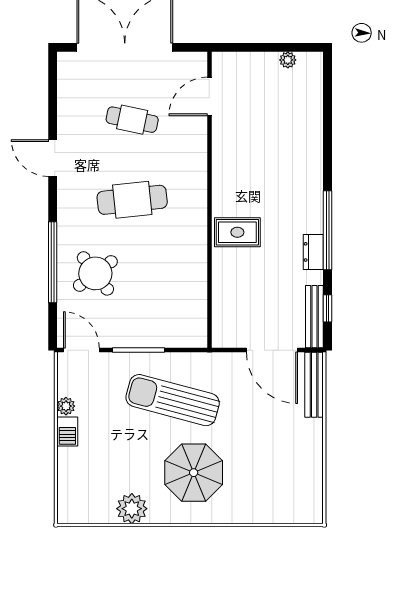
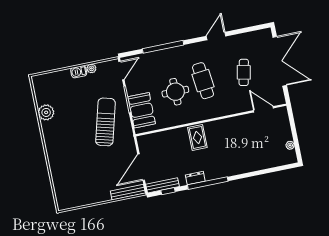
round table: (95, 273) -> (175, 92), moved, turned 37
booth: (164, 327) -> (142, 110), added
parasol: (194, 473) -> (71, 140), removed

